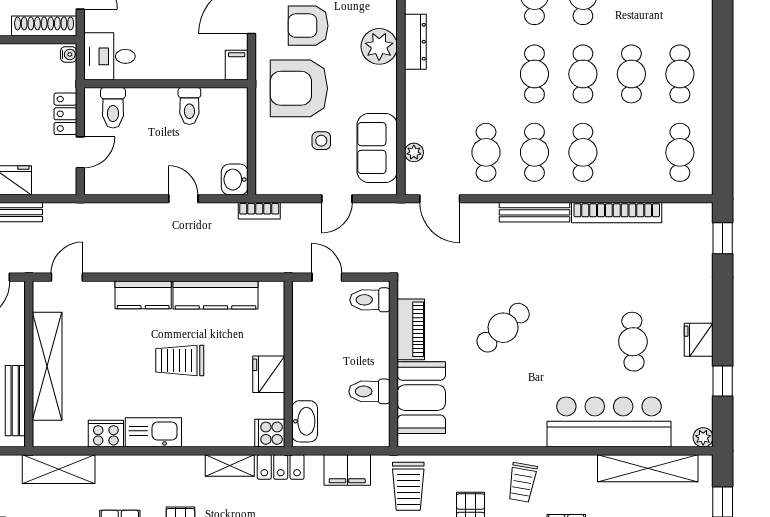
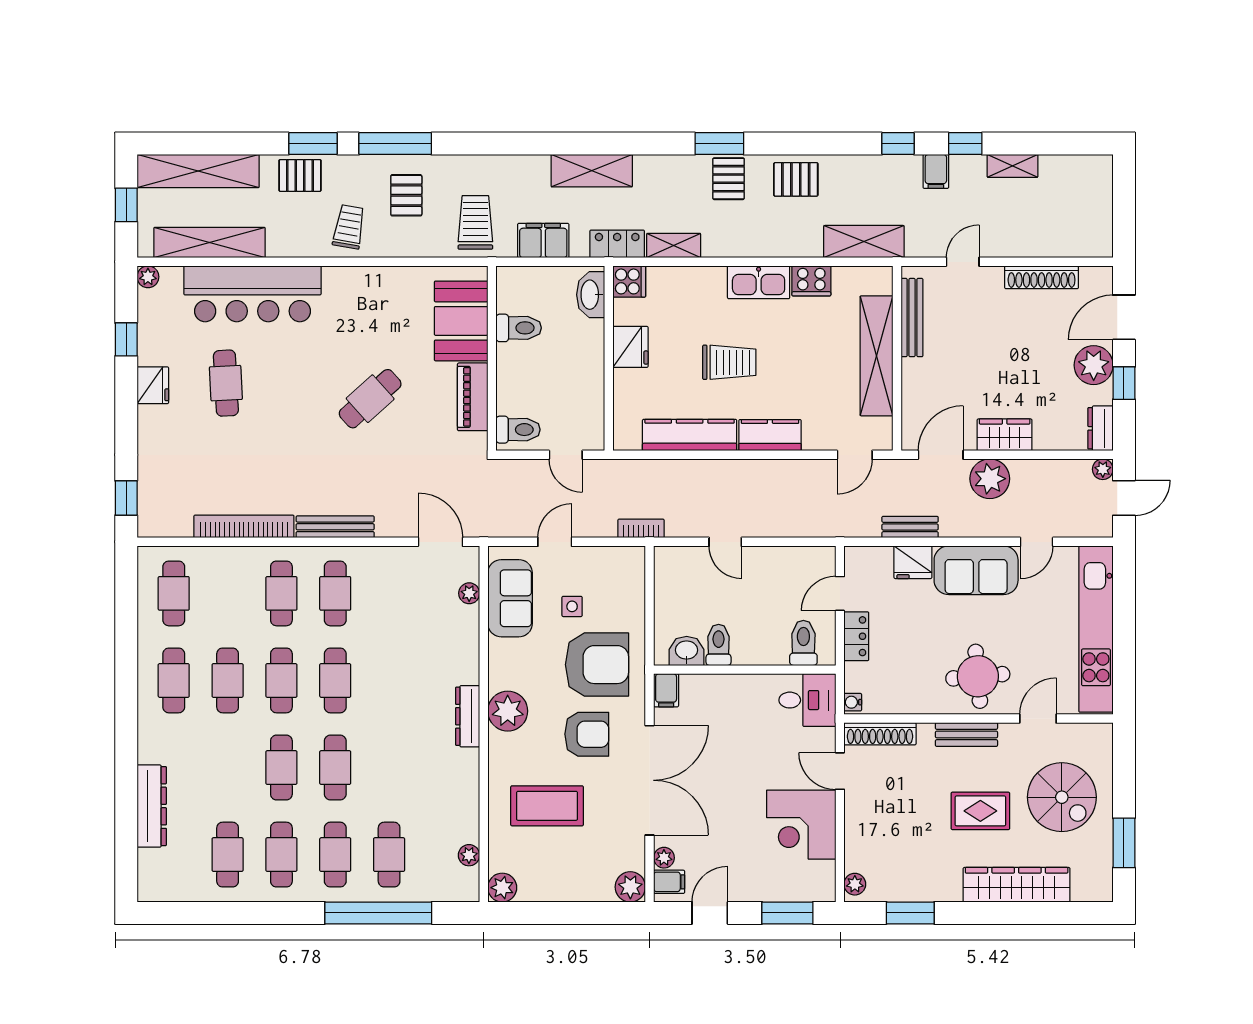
cafe table: (486, 152) -> (389, 593), removed
washbasin: (235, 180) -> (687, 651), moved, turned -90

